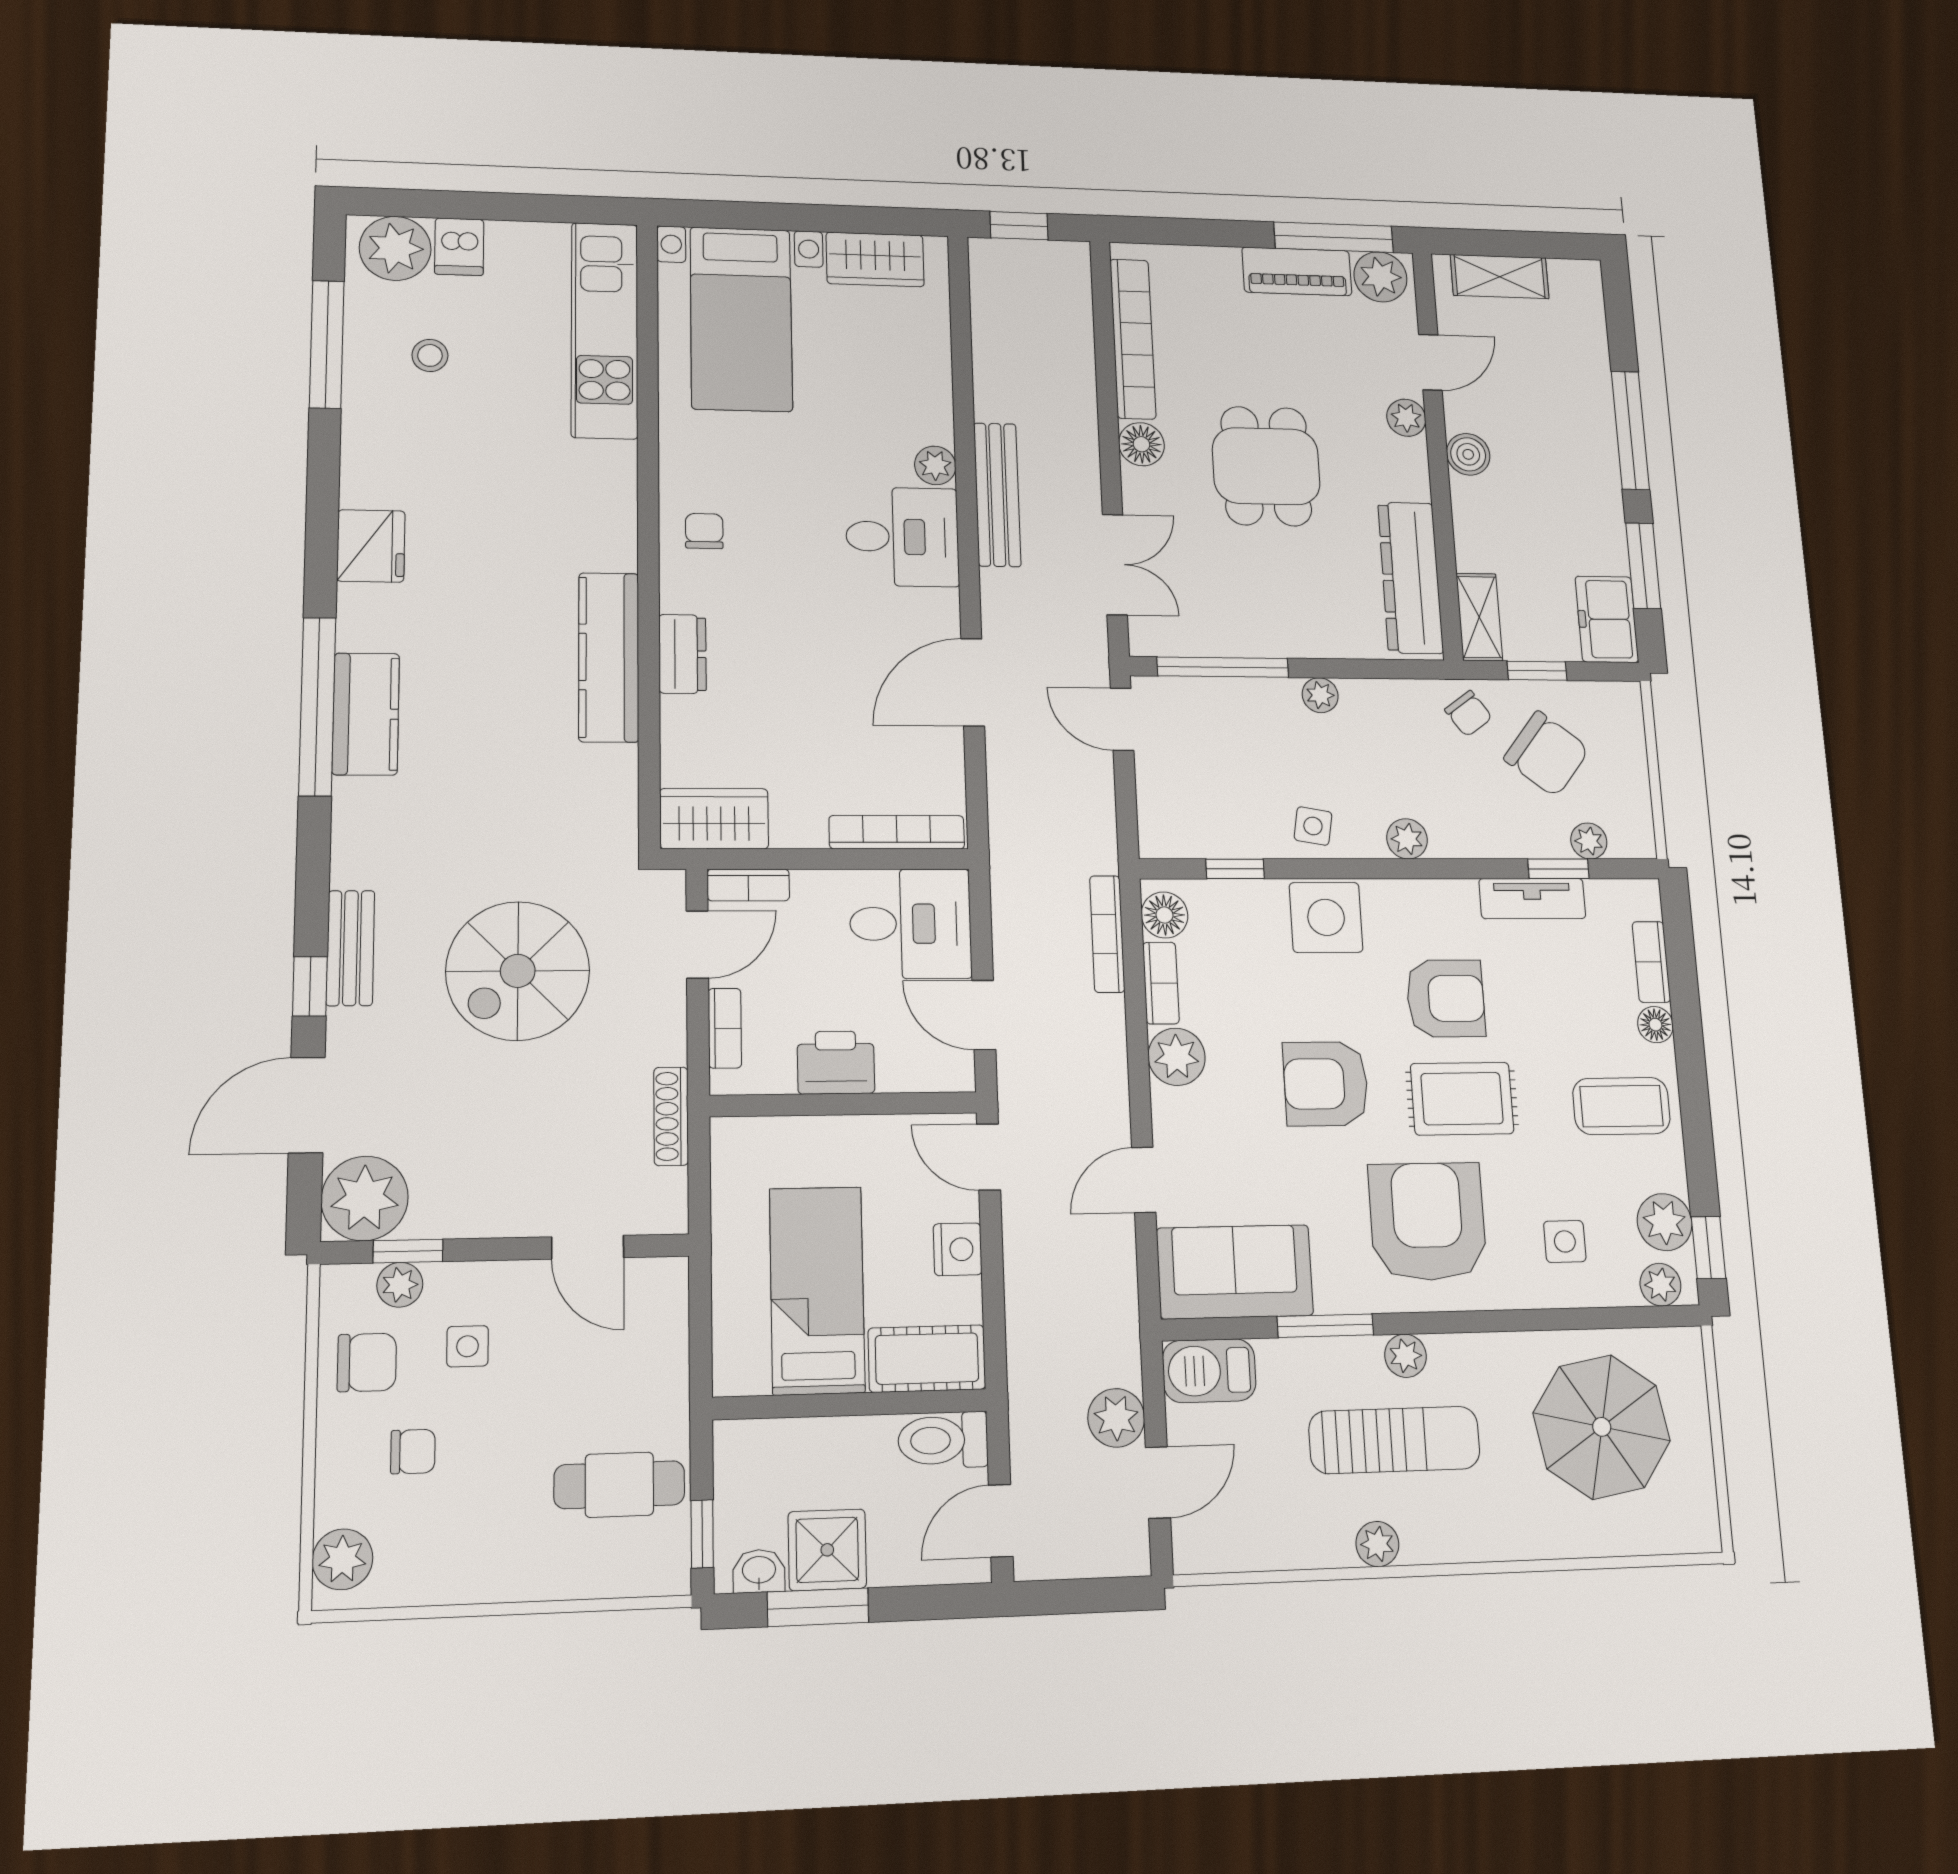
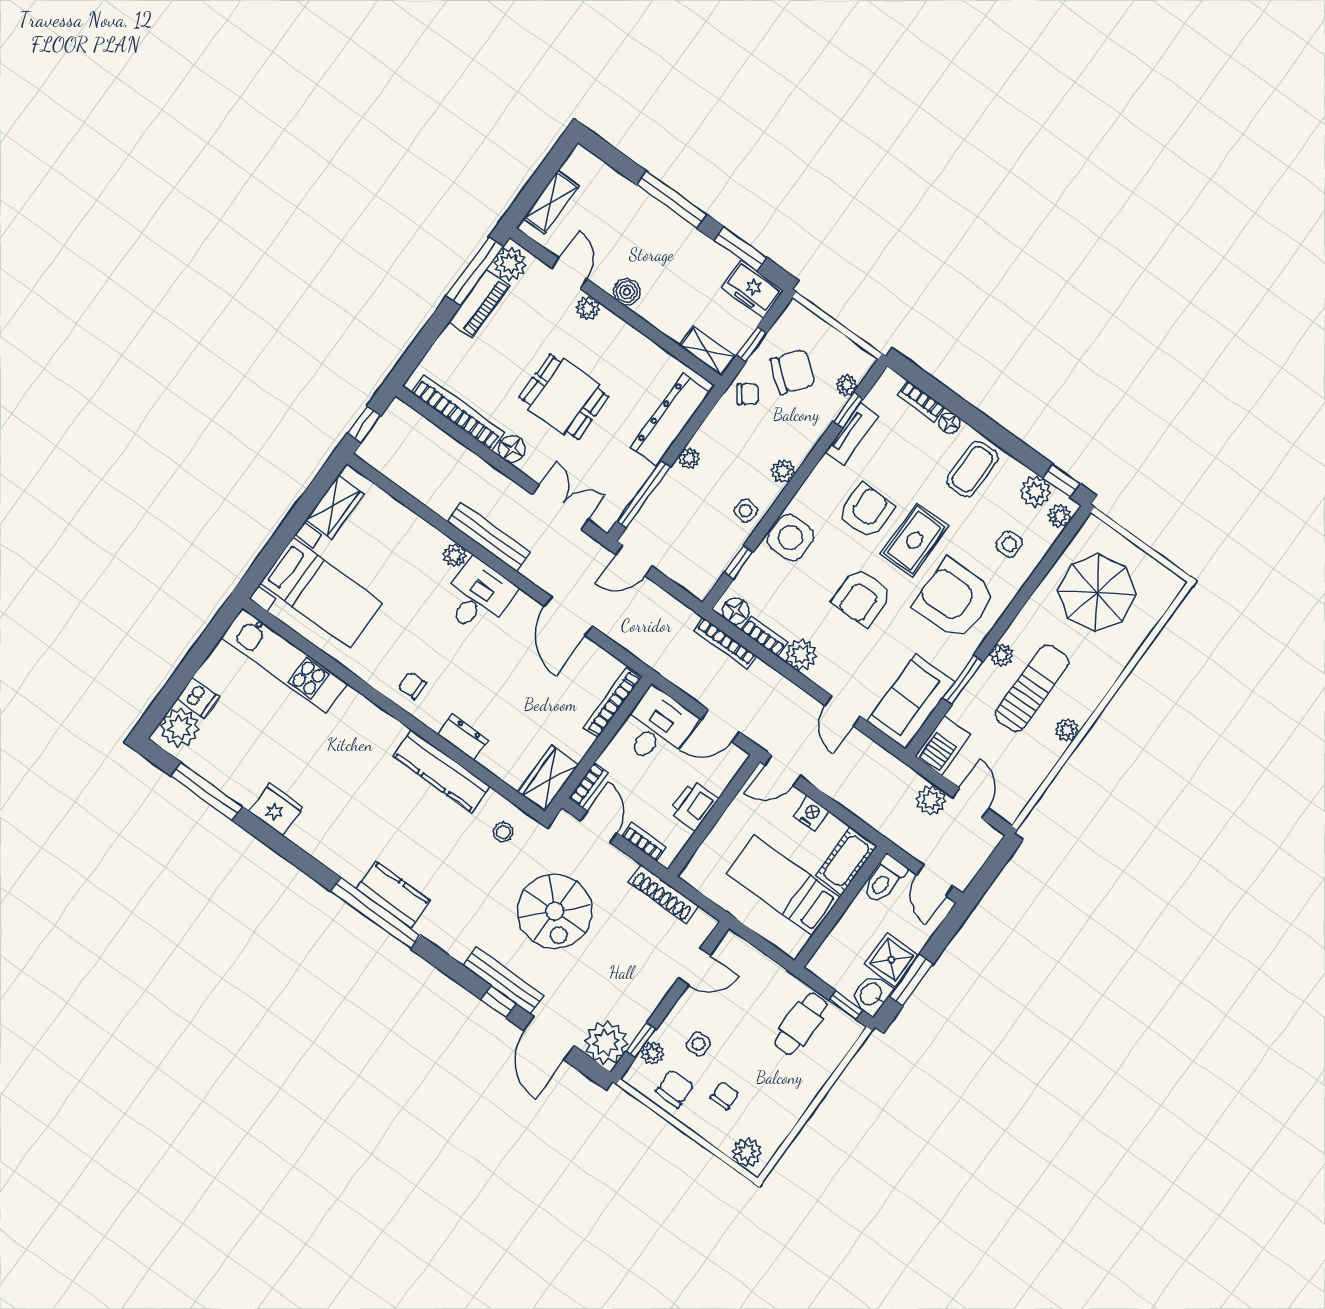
stool: (430, 355) -> (503, 832), moved
fridge: (371, 546) -> (276, 809), moved
dresser: (1411, 578) -> (670, 420), moved, turned 90
bench: (350, 948) -> (503, 980), width x1.36
shoe rack: (671, 1116) -> (664, 894), width x1.36, depth x1.24
washbasin: (759, 1571) -> (872, 995), width x1.38, depth x1.45

